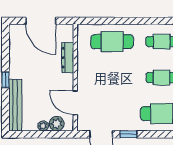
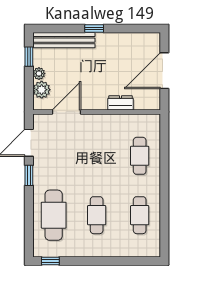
cafe table: (112, 42) -> (140, 156), width x0.73, depth x0.74
dresser: (68, 58) -> (121, 103), width x0.70
window: (29, 134) -> (29, 57), added

